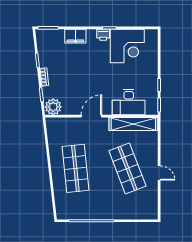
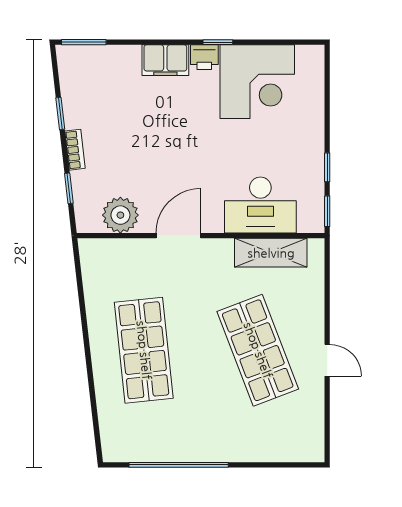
filing cabinet: (75, 36) -> (165, 60), moved
plant: (53, 107) -> (120, 215), moved
shelving: (133, 124) -> (271, 253), width x0.68

